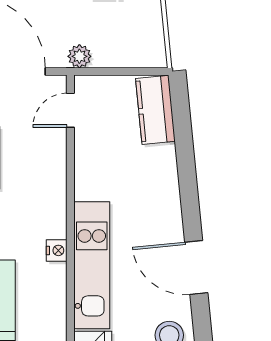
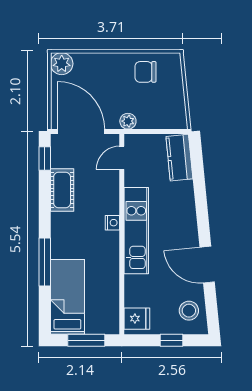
nightstand: (57, 250) -> (112, 223), moved
kitchen unit: (92, 265) -> (136, 231), moved

